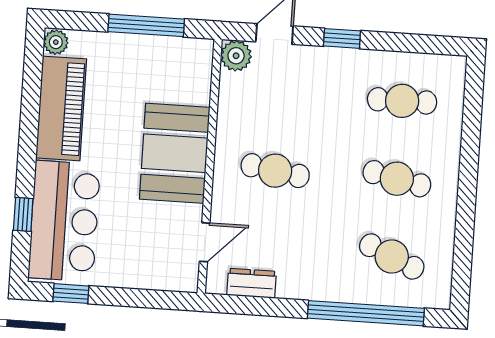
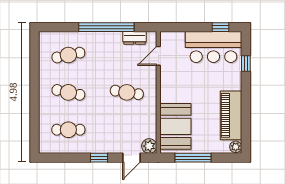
booth: (175, 153) -> (175, 126), moved
bar counter: (64, 221) -> (213, 47), moved, turned -90
cafe table: (392, 256) -> (68, 55), turned -36
window: (366, 313) -> (106, 27), moved

